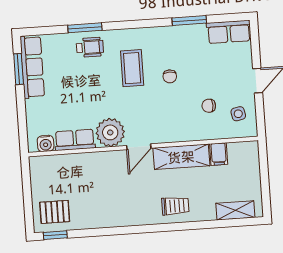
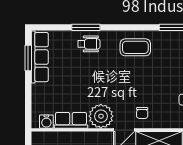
coffee table: (132, 68) -> (135, 47), moved, turned 90
chair: (170, 76) -> (142, 113), moved

